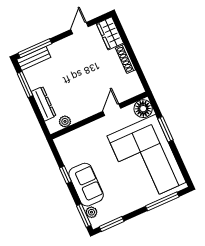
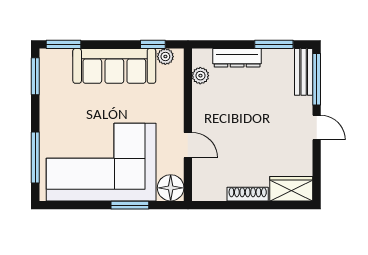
door: (80, 28) -> (317, 127), moved
window: (65, 175) -> (153, 44), moved
sofa: (86, 185) -> (114, 66), width x1.36
plant: (91, 212) -> (165, 57), moved

